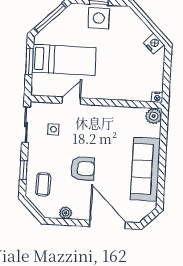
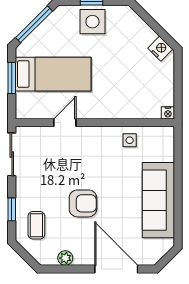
plant: (154, 116) -> (165, 136), removed
side table: (54, 129) -> (130, 140), moved

